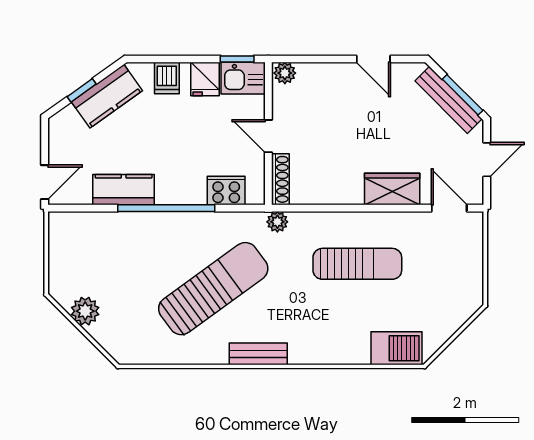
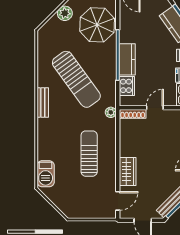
kitchen counter: (124, 190) -> (127, 59), moved
parasol: (108, 248) -> (97, 25), added
sun lounger: (357, 264) -> (89, 154), turned 180

